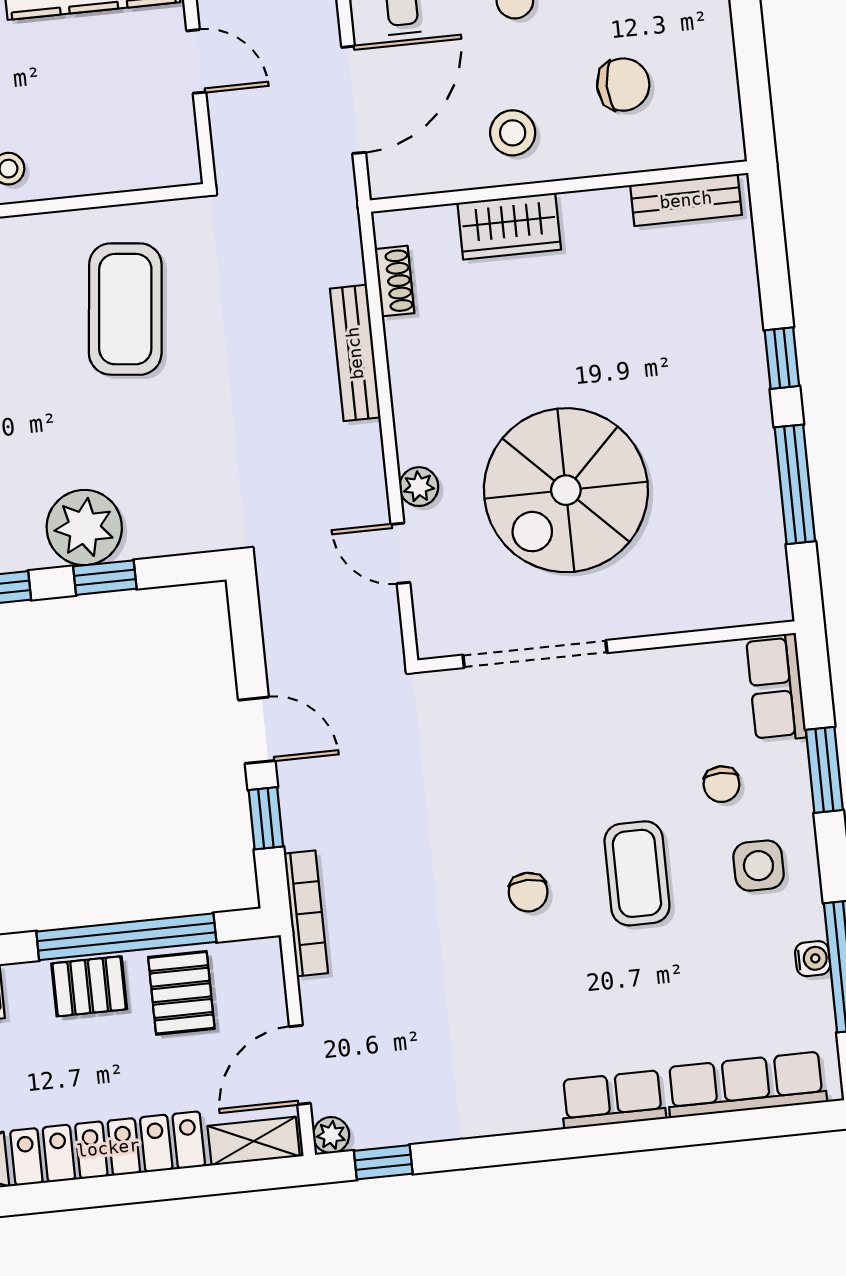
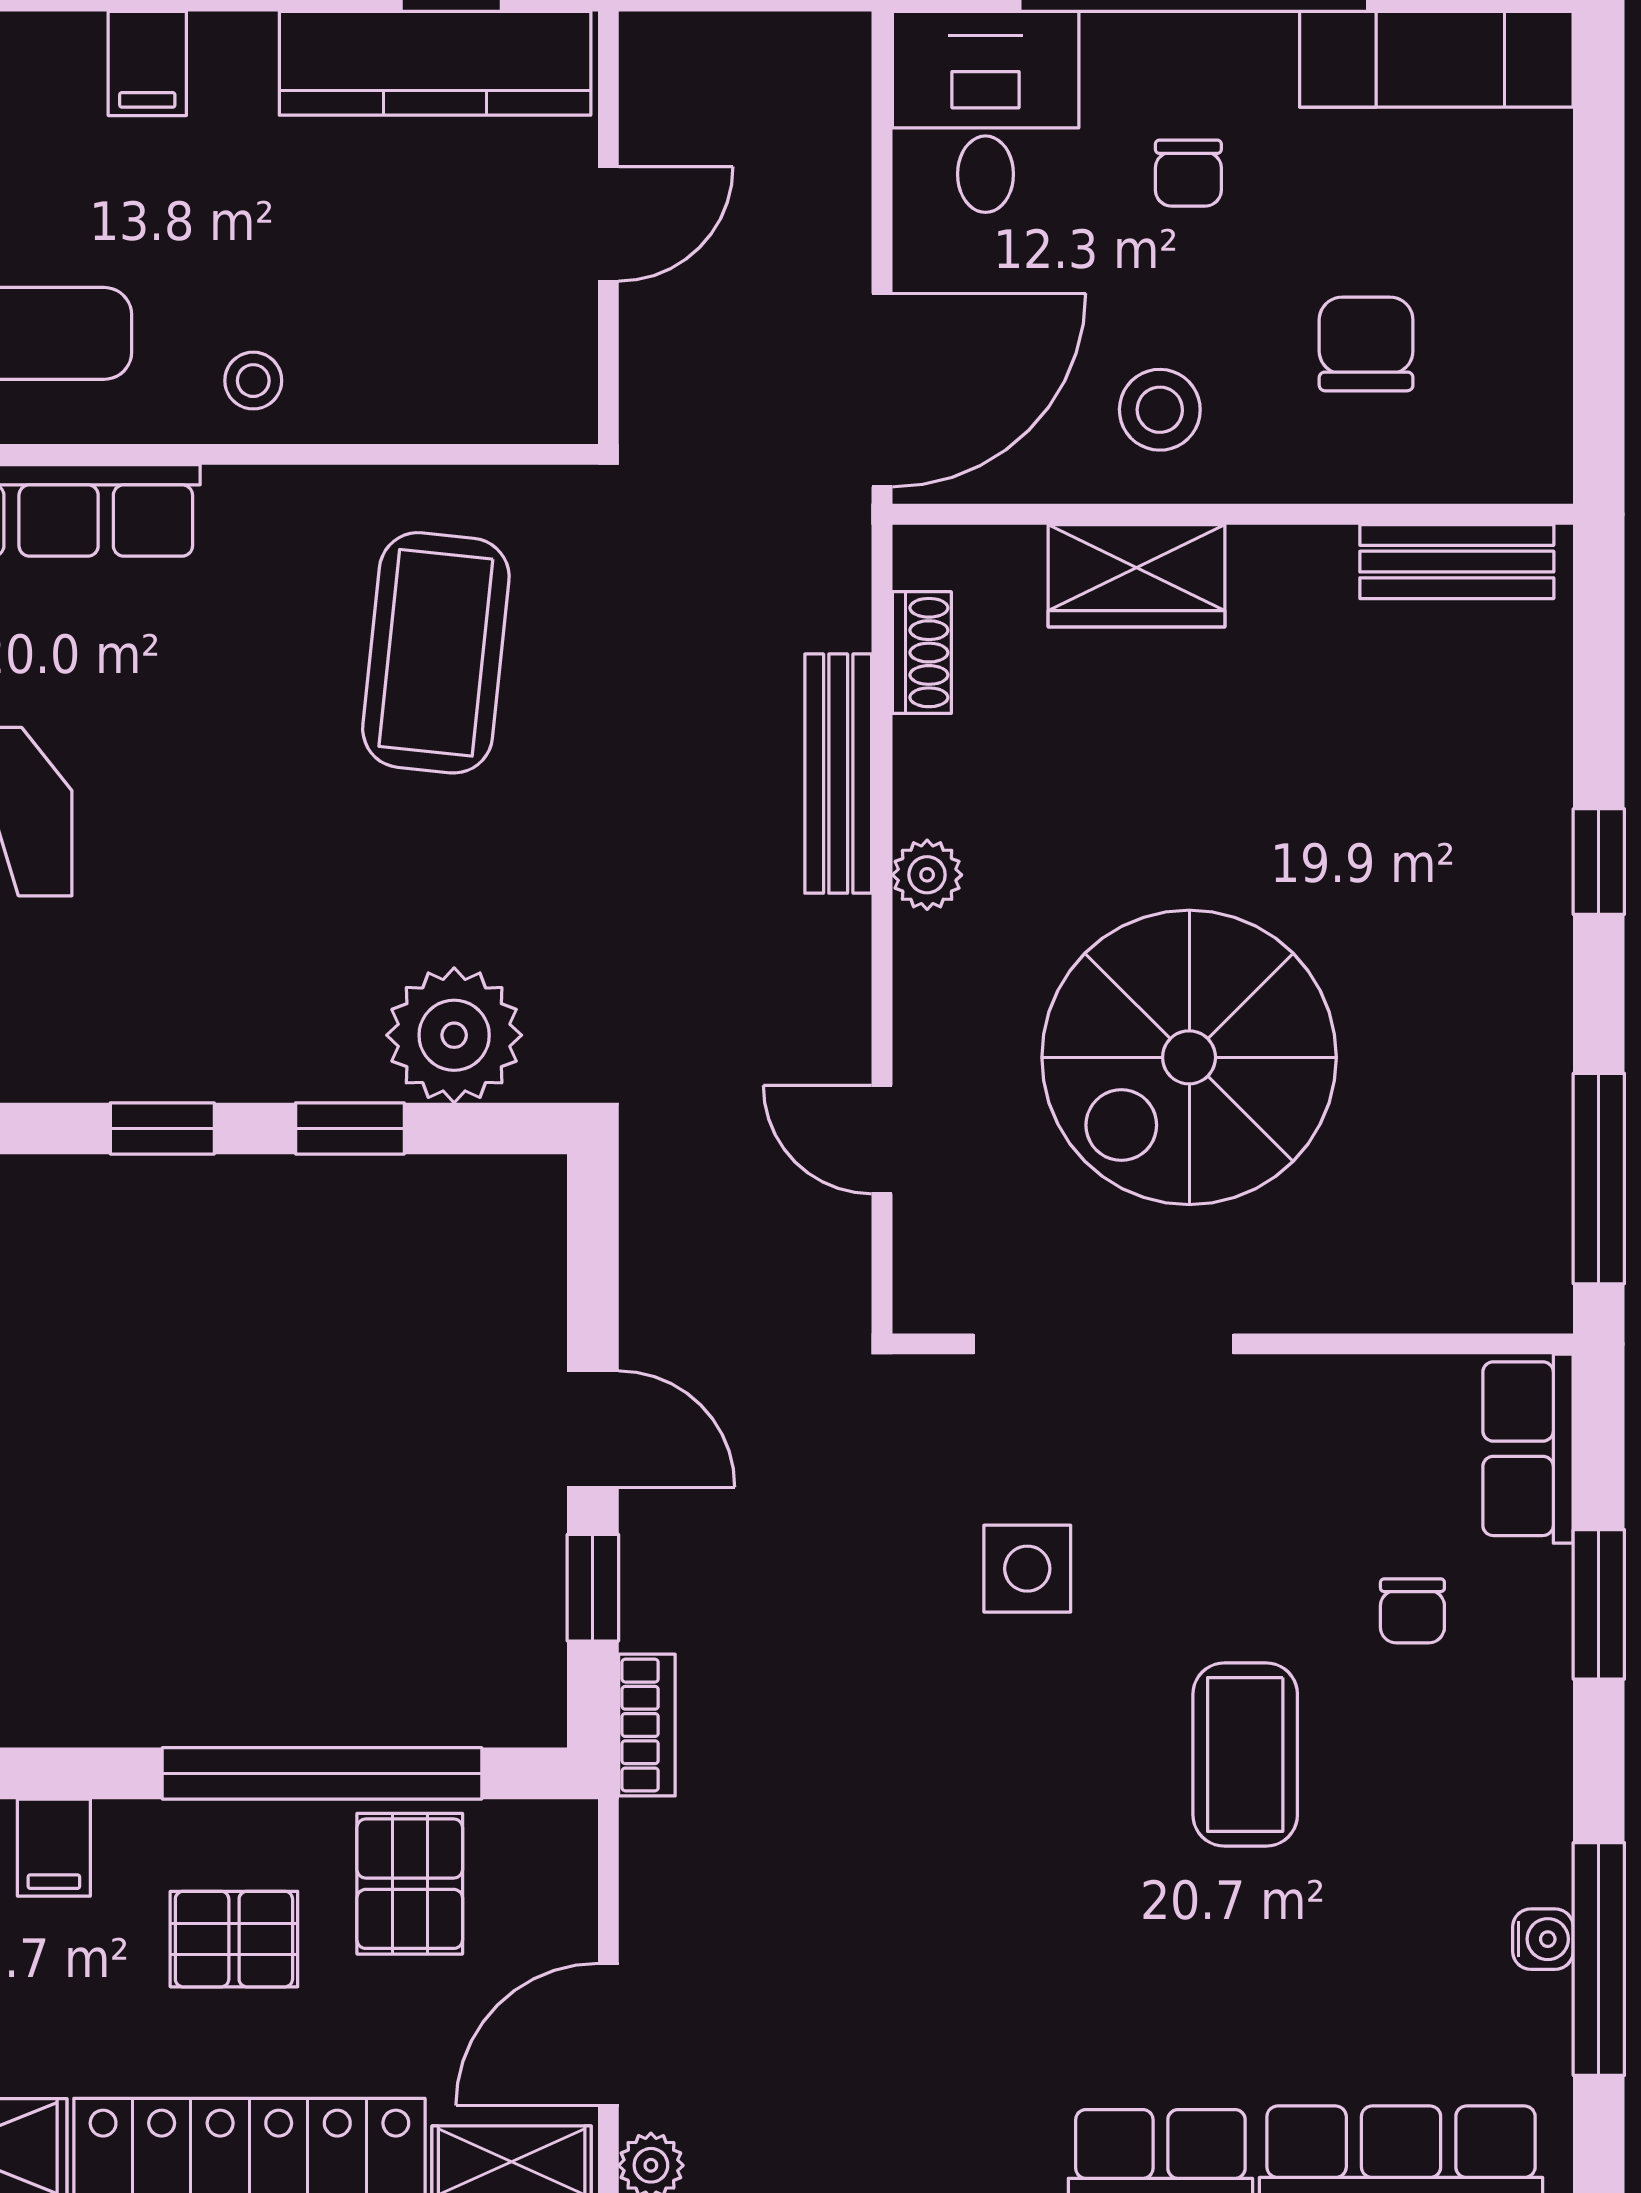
door: (196, 61) -> (608, 224), hinge flipped
chair: (623, 85) -> (1366, 344), turned -90
door: (354, 100) -> (882, 390), moved
window: (795, 484) -> (1599, 1179), moved
plant: (419, 487) -> (927, 875), moved
plant: (84, 528) -> (454, 1035), moved
side table: (758, 866) -> (1027, 1569), moved
chair: (528, 892) -> (1047, 1768), removed
bookcase: (306, 913) -> (647, 1725), width x0.64
pallet: (89, 986) -> (234, 1939), moved

